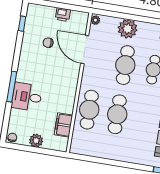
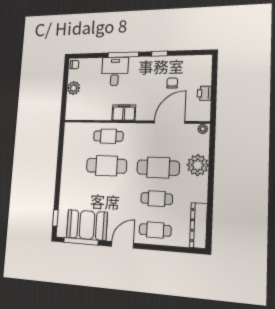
window: (22, 24) -> (160, 54), moved
cafe table: (89, 110) -> (108, 136), width x0.73, depth x0.74
filing cabinet: (63, 125) -> (124, 113), moved

